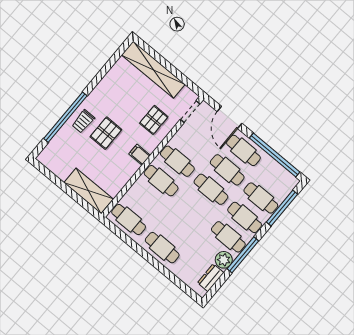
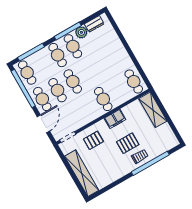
filing cabinet: (140, 155) -> (115, 119), width x2.00
cafe table: (177, 161) -> (88, 108), removed
cafe table: (261, 198) -> (27, 73), moved
cafe table: (162, 248) -> (119, 55), removed

